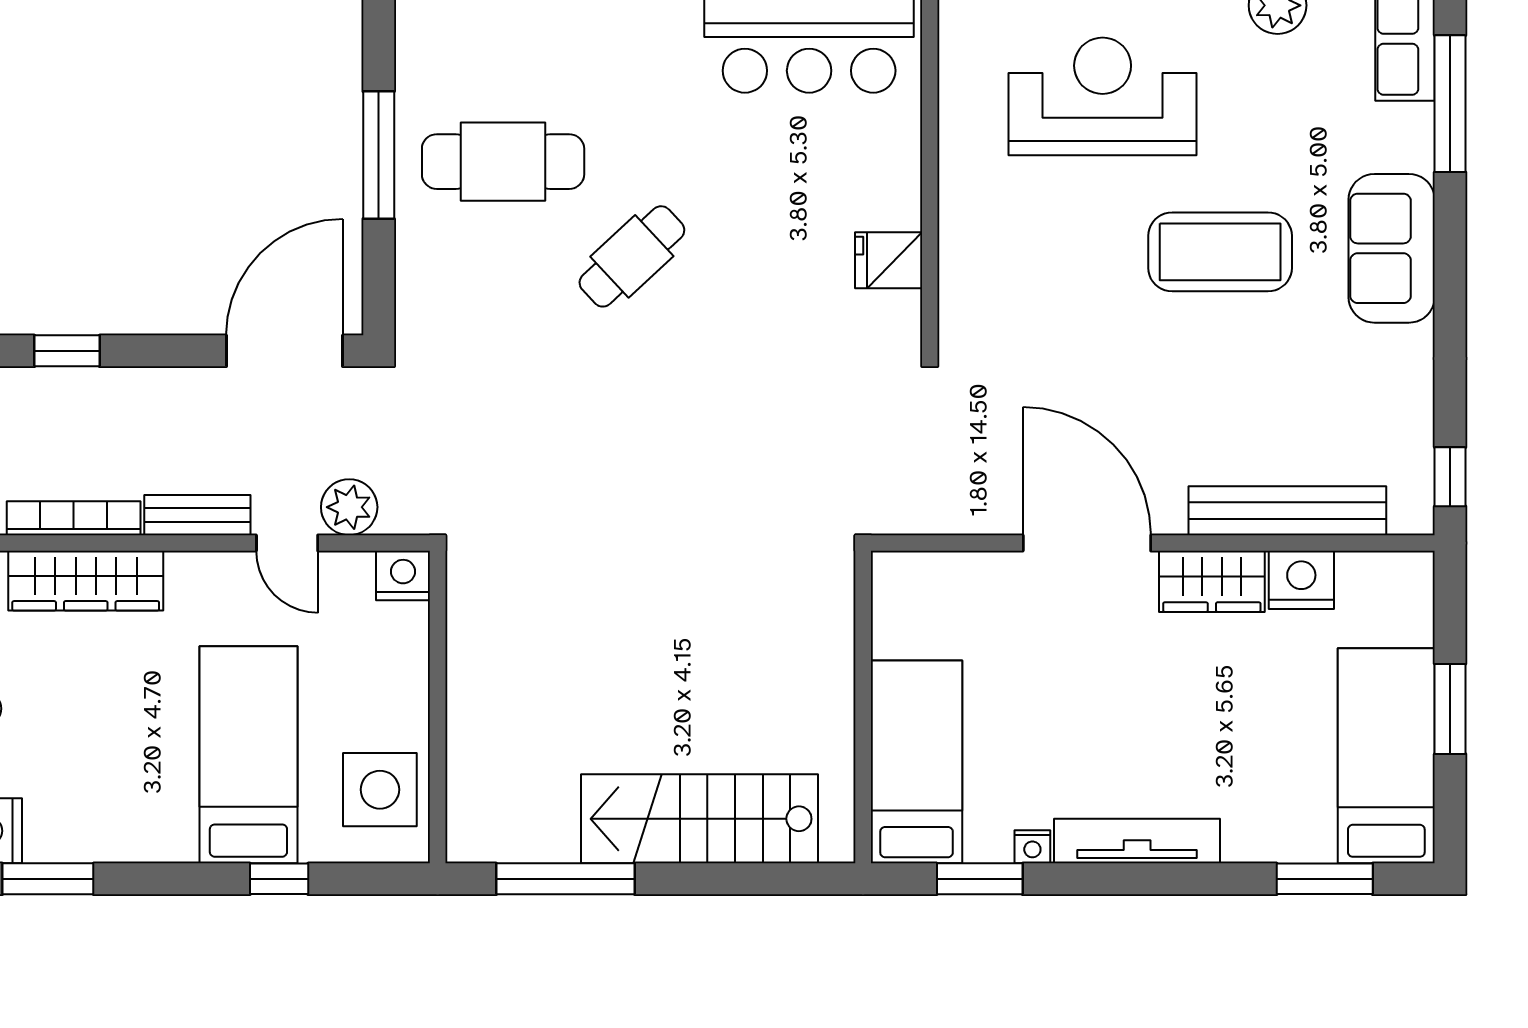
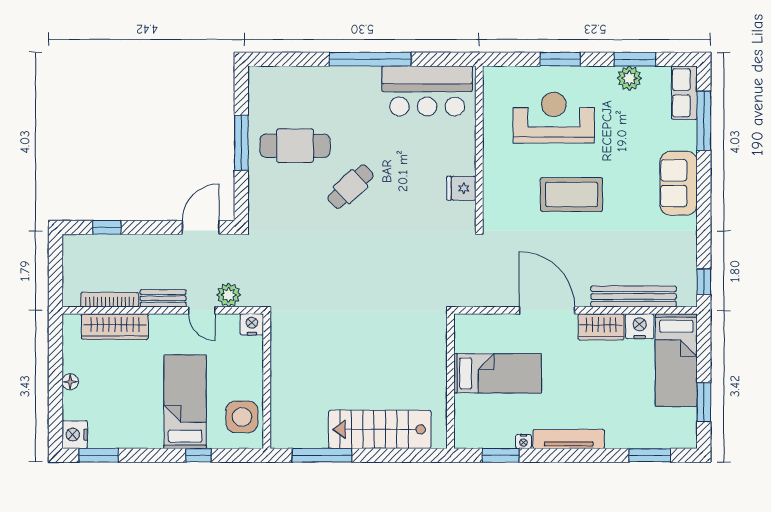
coffee table: (1220, 252) -> (572, 194), moved
door: (285, 351) -> (201, 227), width x0.73
window: (1450, 709) -> (704, 402), moved
bed: (1386, 756) -> (676, 360), moved, turned 180
bed: (917, 762) -> (498, 373), moved, turned 90

